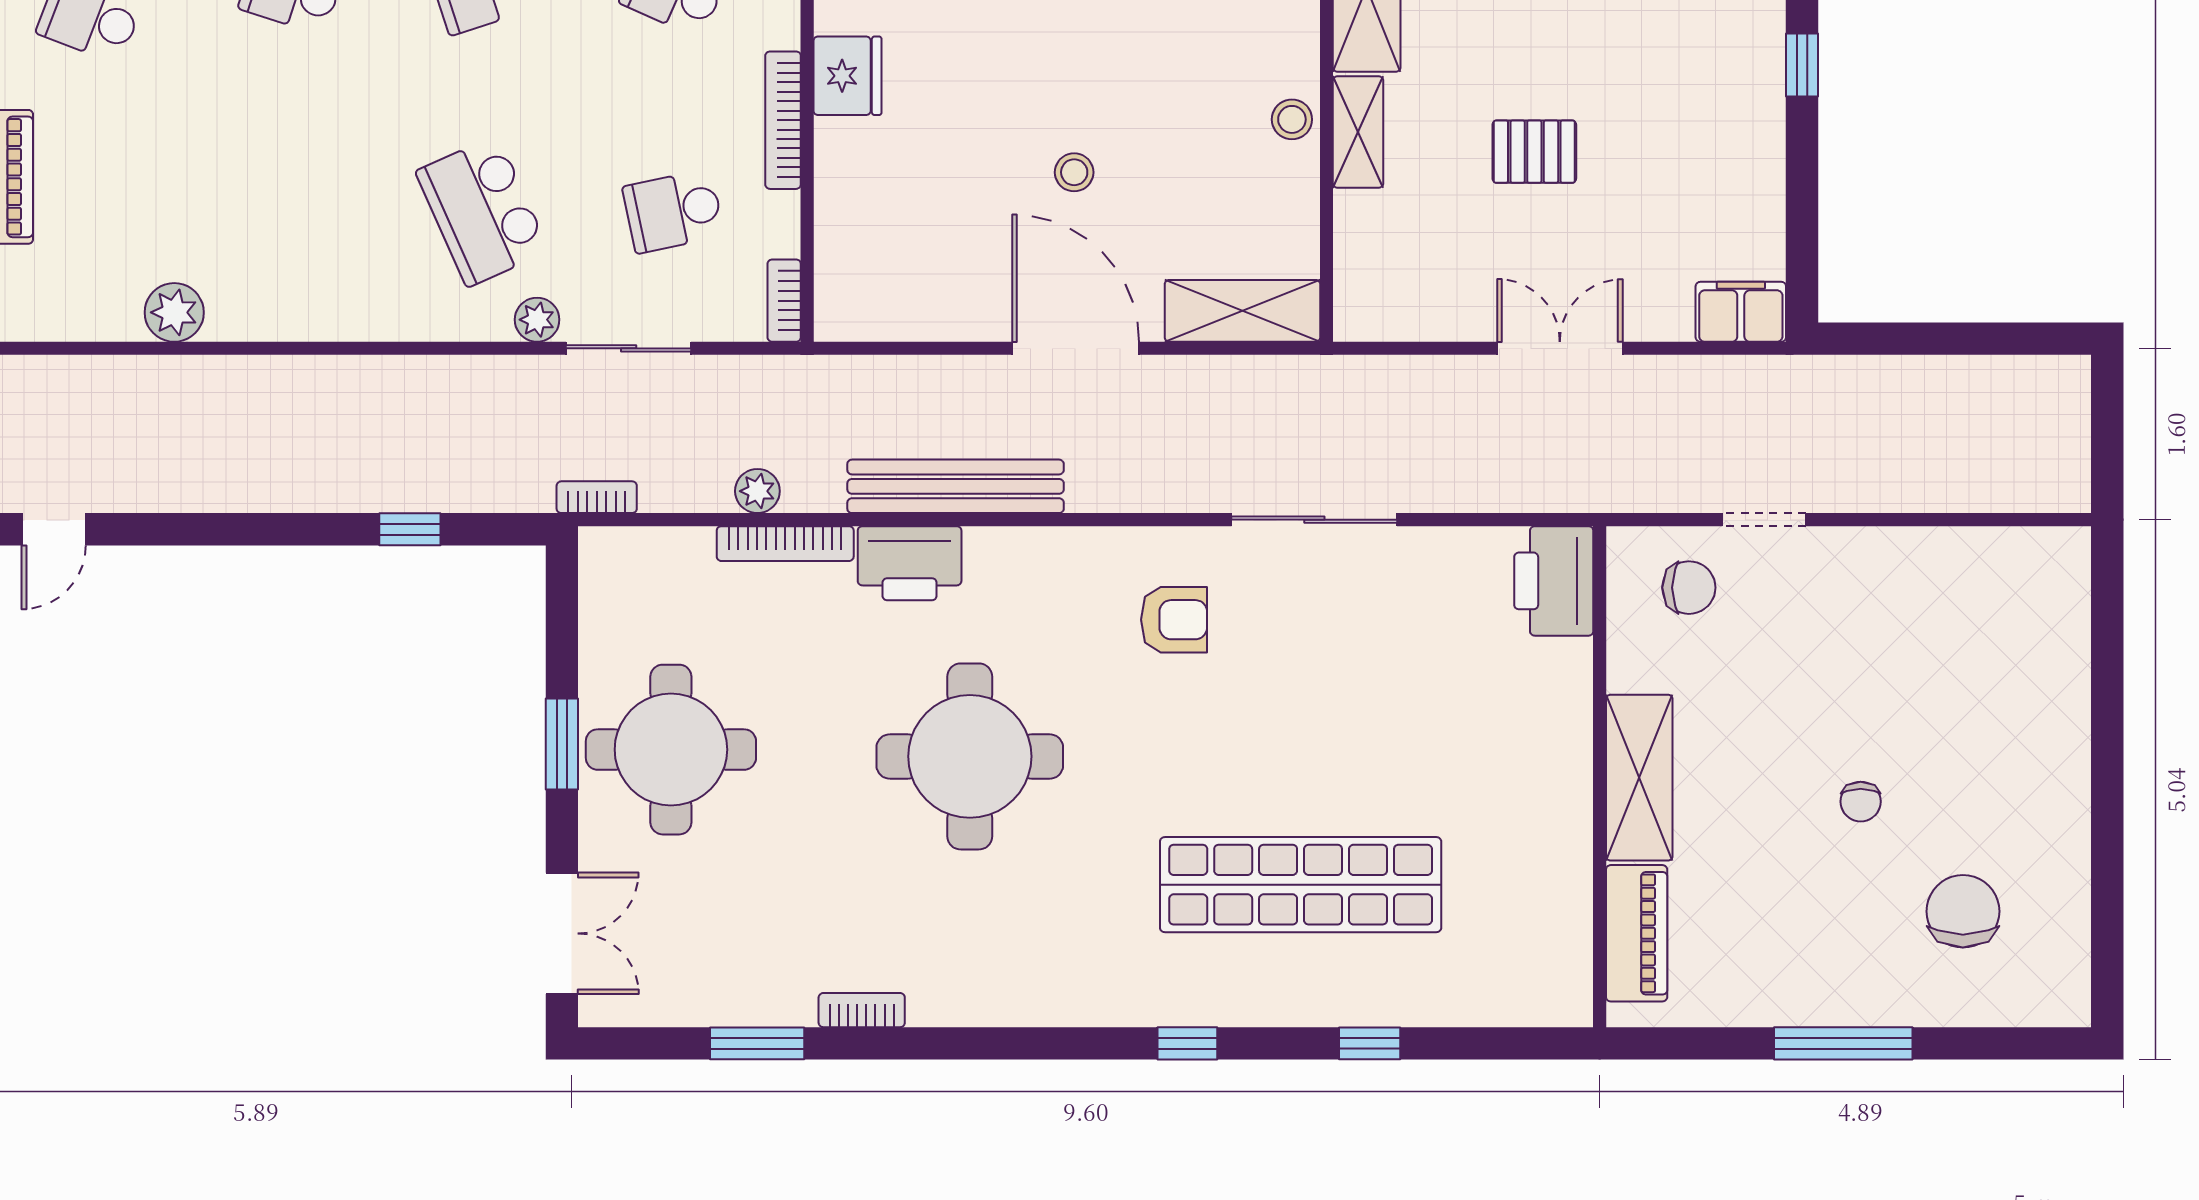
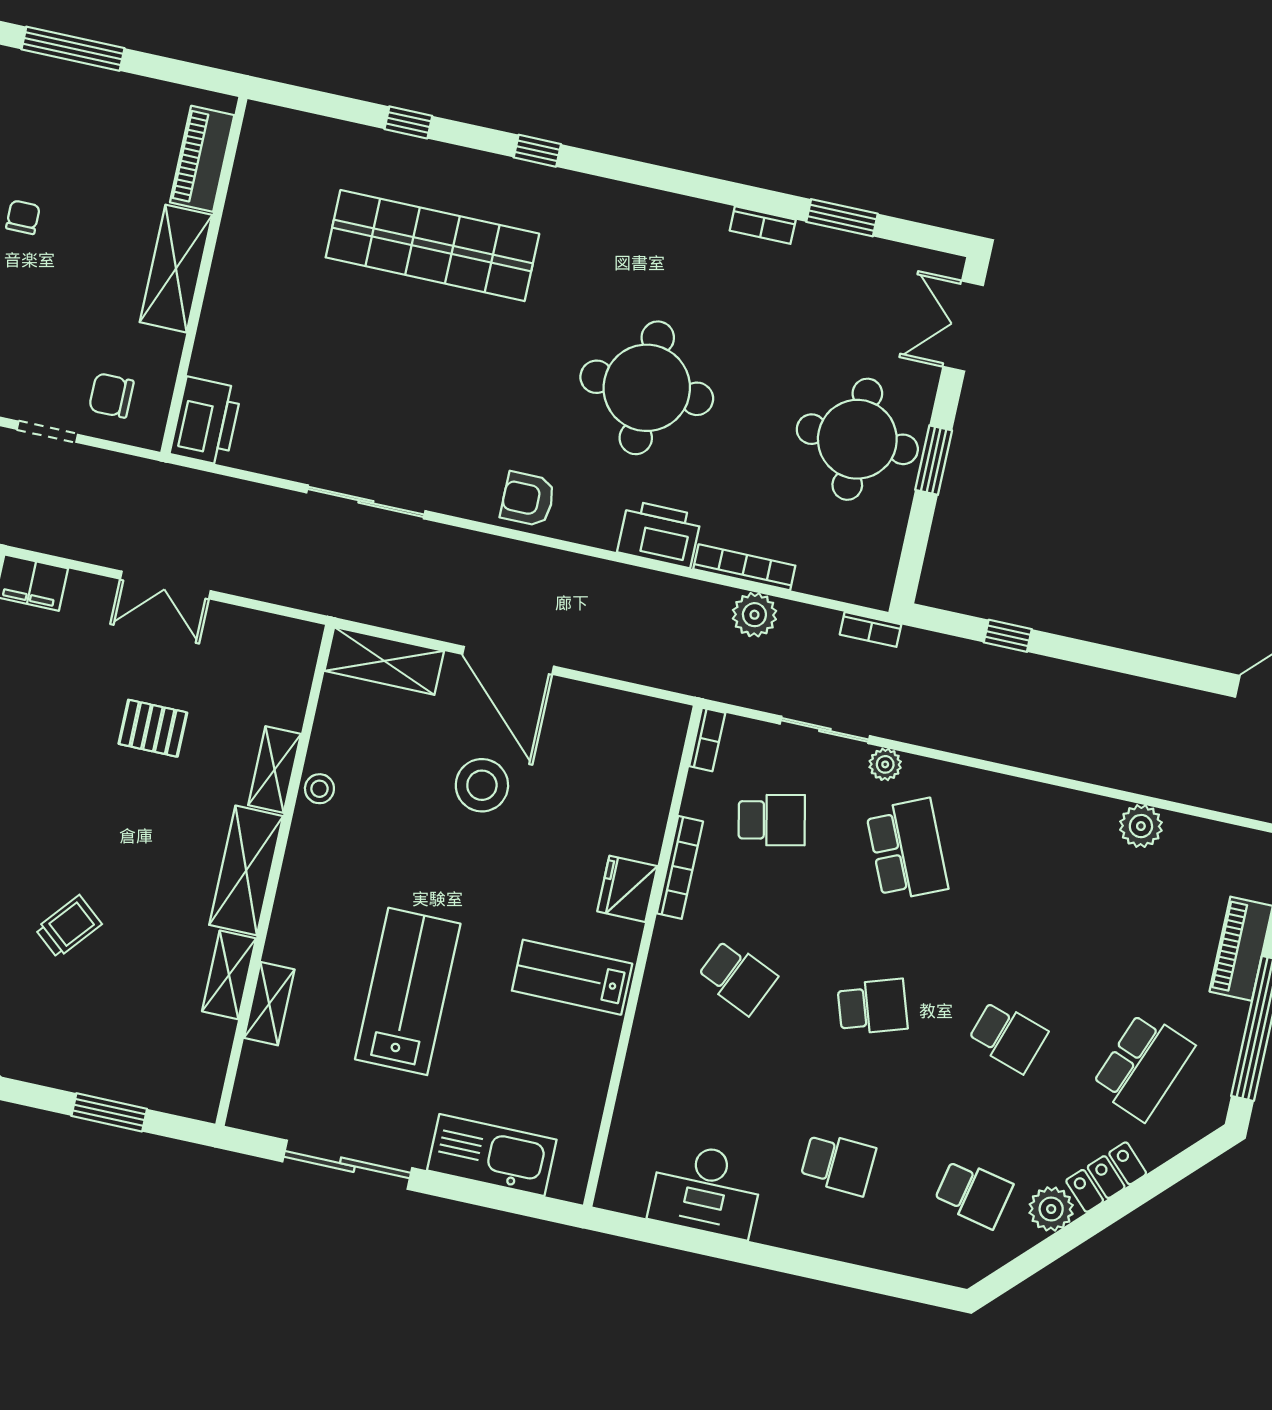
stool: (1074, 172) -> (482, 785), width x1.89, depth x1.89
bench: (956, 486) -> (615, 581), removed
plant: (757, 491) -> (754, 615), width x1.38, depth x1.38
armchair: (1174, 620) -> (528, 499), moved

